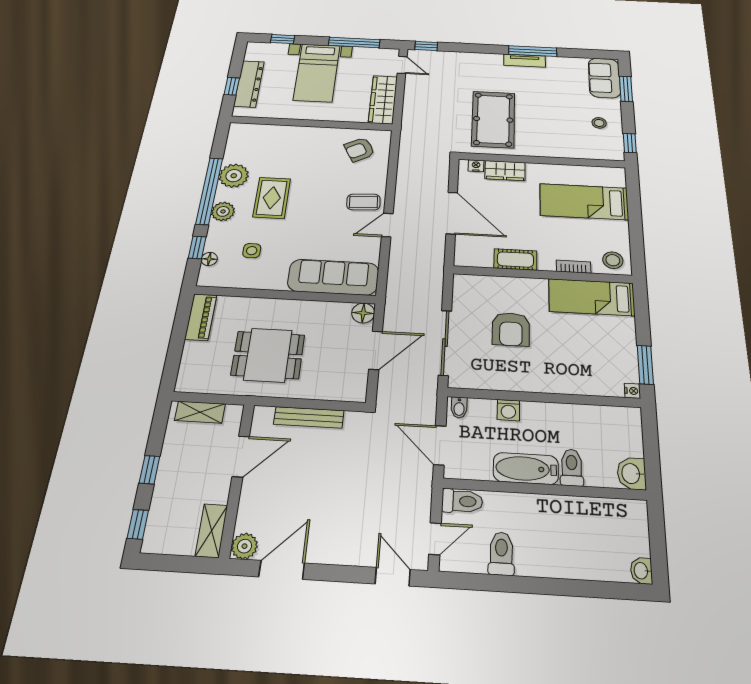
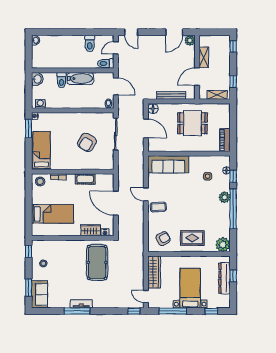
plant: (234, 176) -> (223, 245), moved
rug: (272, 198) -> (192, 238), moved, turned 90
door: (387, 225) -> (146, 194), swing flipped
bed: (592, 297) -> (41, 150), moved, turned -90
floor lamp: (363, 313) -> (153, 109), moved
armchair: (511, 329) -> (87, 142), turned -150
door: (376, 350) -> (146, 128), swing flipped
washing machine: (508, 410) -> (40, 104), moved
window: (149, 470) -> (233, 82), moved
shelving: (211, 531) -> (204, 57), moved

